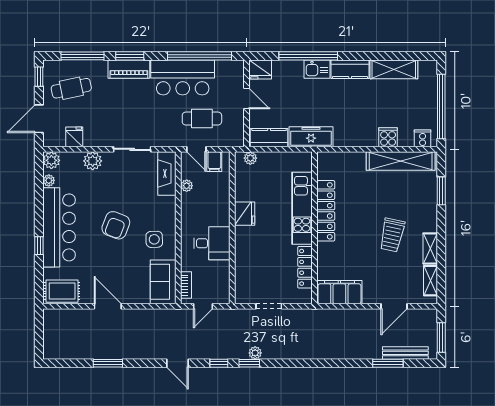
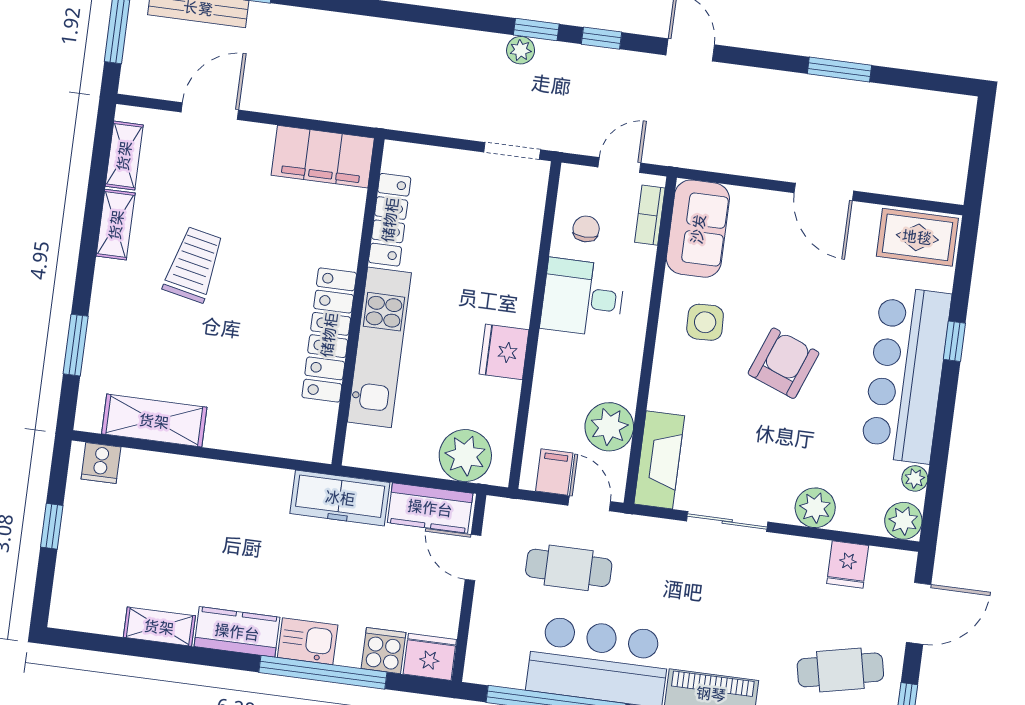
shelving: (394, 69) -> (159, 627), width x0.67, depth x0.75
door: (246, 99) -> (473, 558), moved
window: (441, 106) -> (52, 526), width x0.32
cooker: (388, 137) -> (384, 651), moved, turned 180
plant: (250, 158) -> (465, 456), width x1.88, depth x1.88
shelving: (401, 161) -> (154, 421), width x0.68
plant: (187, 186) -> (609, 427), width x1.87, depth x1.87
chair: (214, 275) -> (586, 229), added
doorway: (269, 306) -> (512, 151), moved

